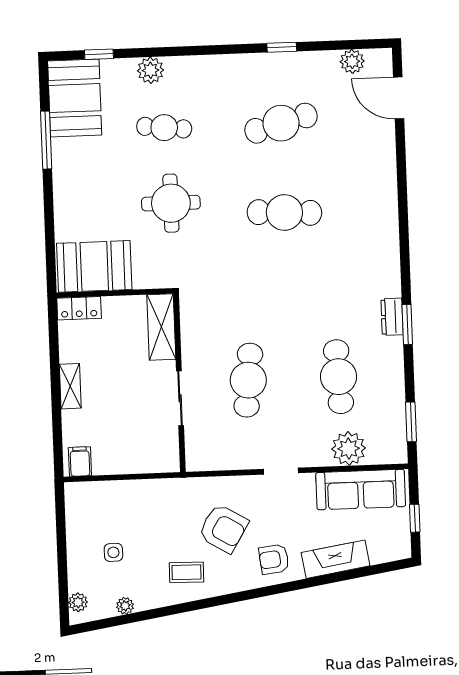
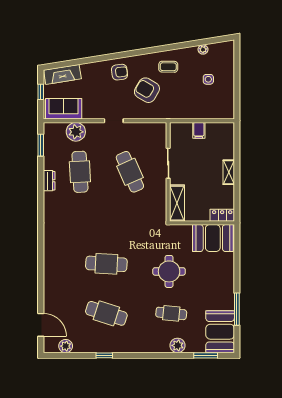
window: (99, 54) -> (206, 355), width x1.50
cafe table: (281, 123) -> (106, 313), turned 33
dresser: (392, 317) -> (49, 181), moved
window: (407, 325) -> (41, 199), removed
cafe table: (248, 380) -> (130, 172), turned -30
filing cabinet: (80, 461) -> (199, 130), moved
sofa: (361, 490) -> (64, 109), width x0.73
fireplace: (336, 559) -> (62, 74), moved
plant: (78, 602) -> (229, 52), removed

